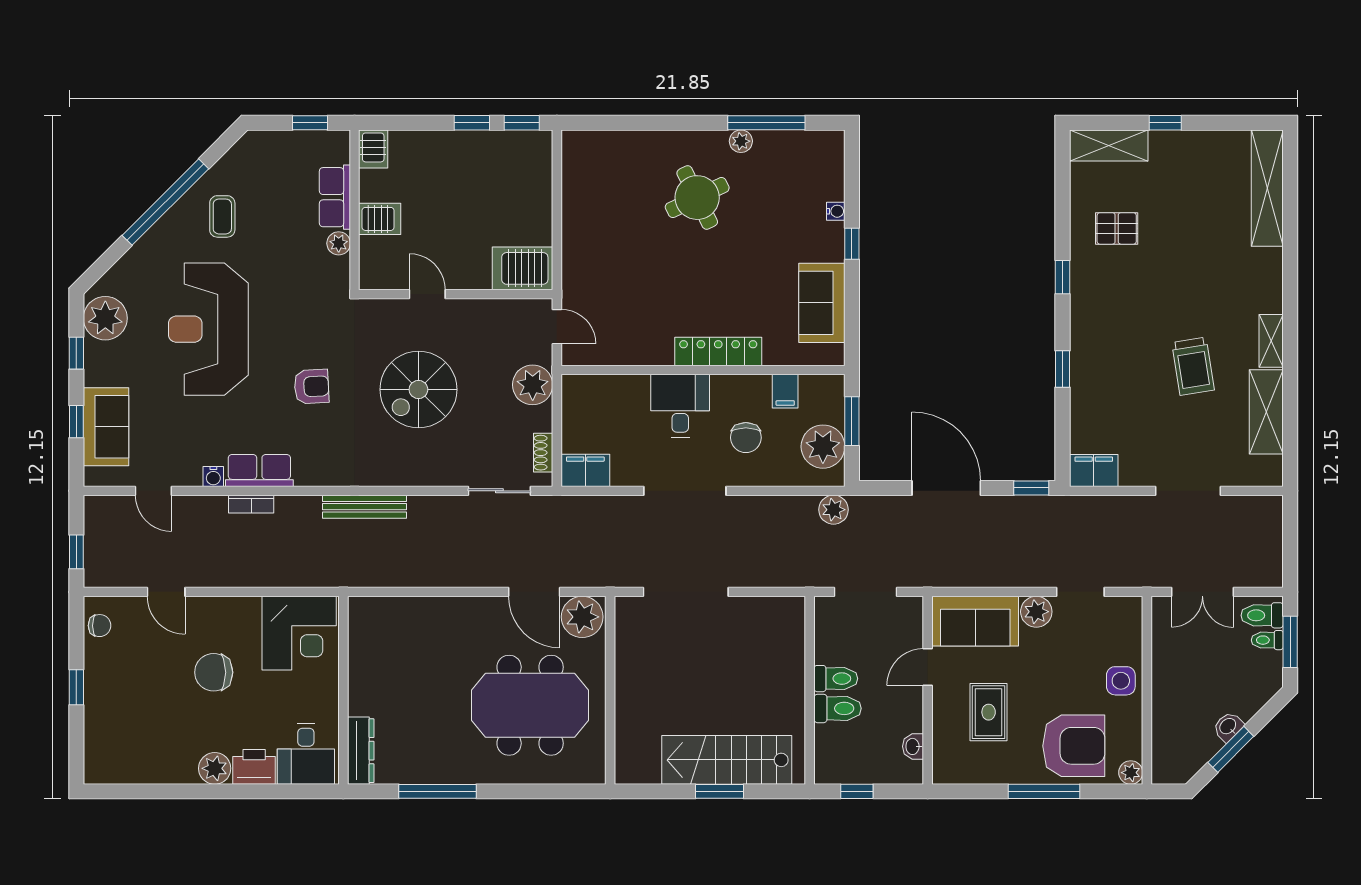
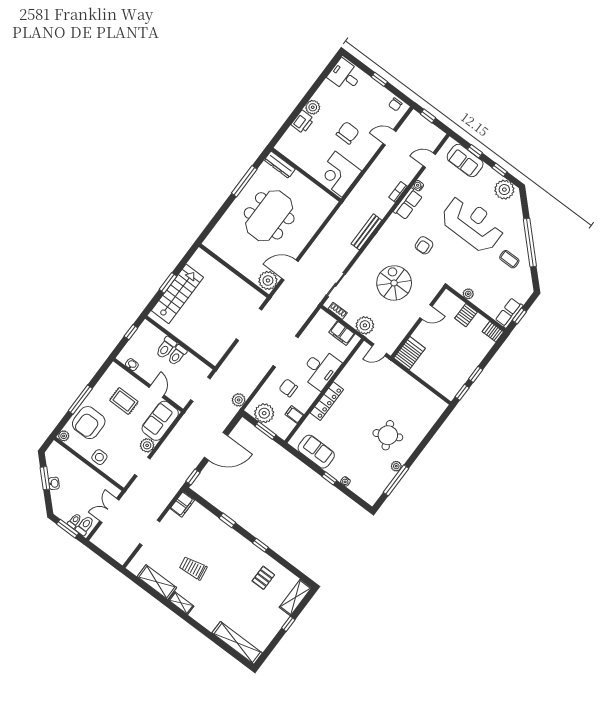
row of seats: (335, 197) -> (509, 313), moved, turned -90
desk: (680, 406) -> (320, 369), width x1.37
filing cabinet: (585, 470) -> (342, 333), moved, turned 90
meeting table: (530, 705) -> (269, 216), moved
desk: (306, 754) -> (345, 75), moved

